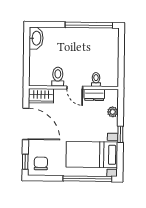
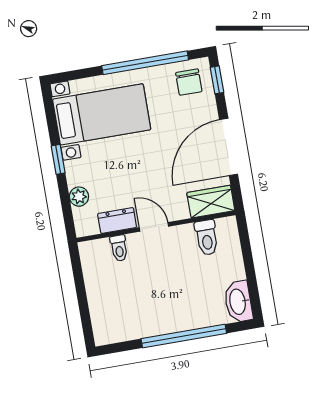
window: (89, 25) -> (184, 336), moved
toilet: (58, 77) -> (207, 238), moved
door: (26, 124) -> (229, 147), hinge flipped
window: (87, 179) -> (145, 63), moved

